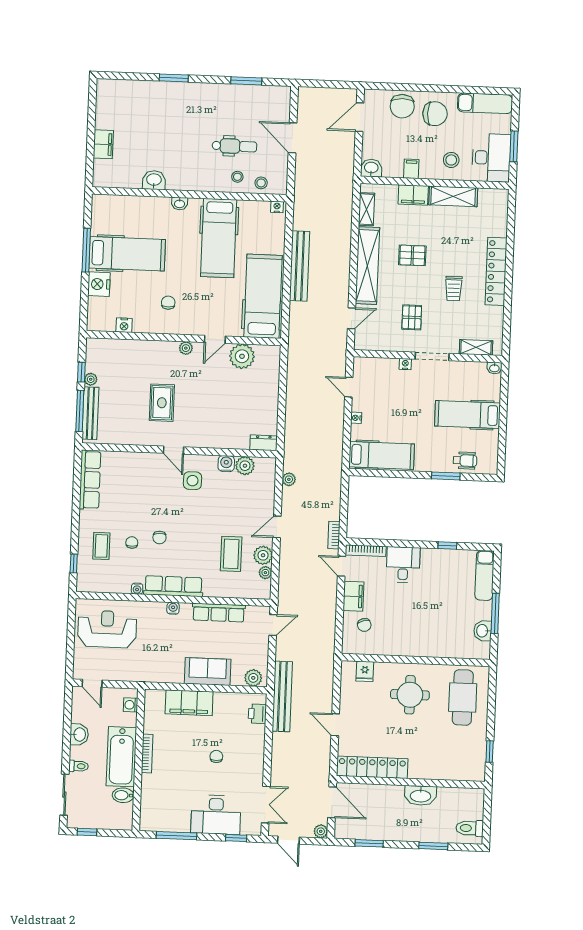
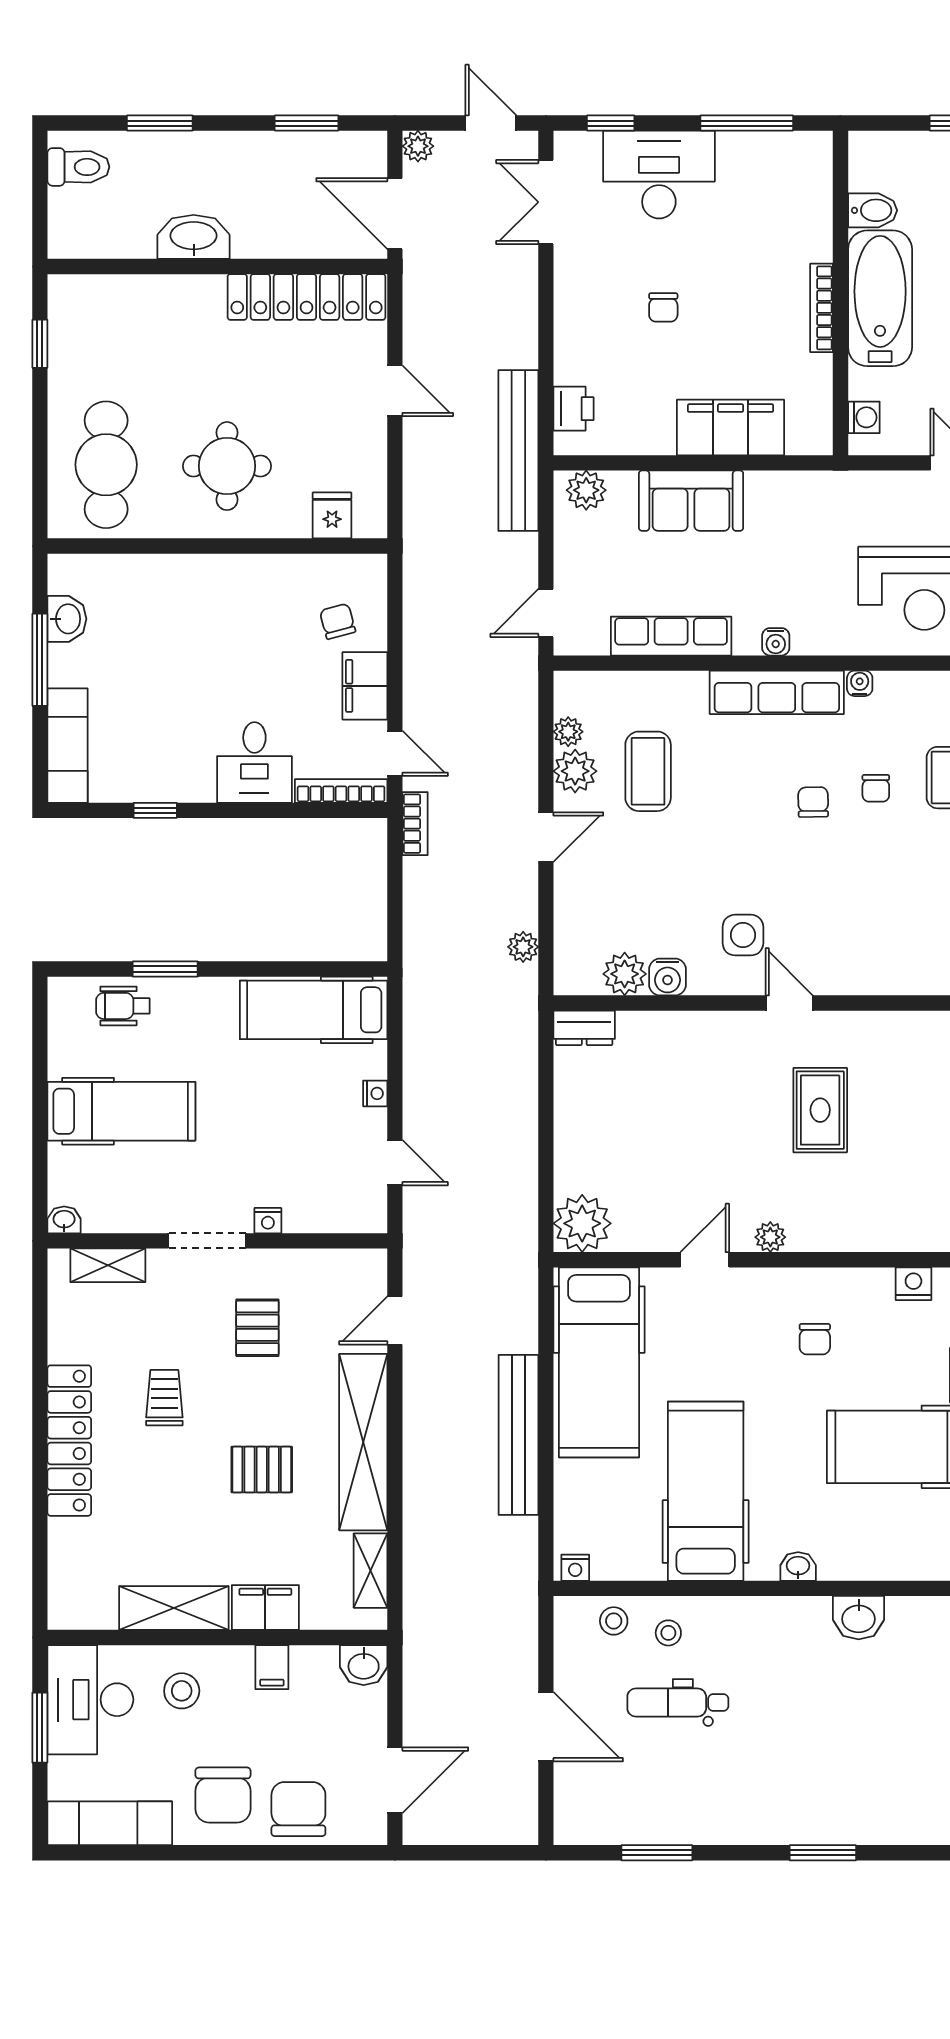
chair: (435, 114) -> (223, 1795), turned -90
plant: (242, 356) -> (582, 1223), moved

